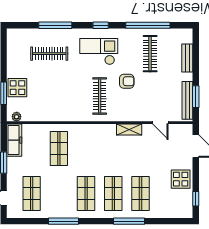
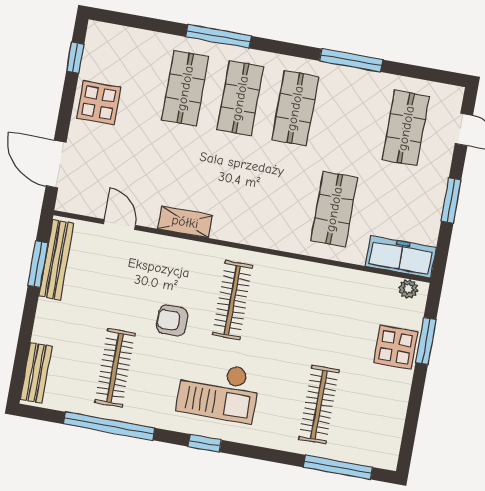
window: (55, 25) -> (338, 467), moved
clothes rail: (49, 54) -> (319, 405), turned 90
bench: (187, 58) -> (36, 373), moved
freezer: (14, 140) -> (401, 257), moved, turned 90

